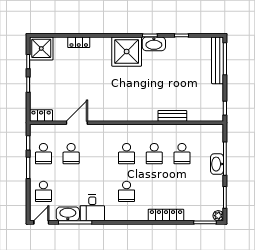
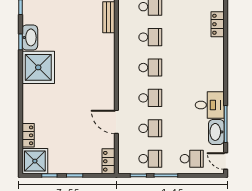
locker: (79, 42) -> (28, 135), moved
school desk: (127, 191) -> (150, 98), moved
locker: (166, 215) -> (218, 24), width x0.66

